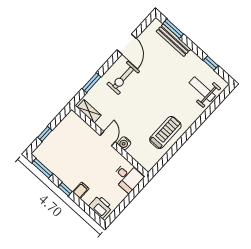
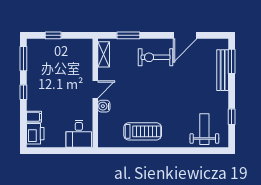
filing cabinet: (81, 190) -> (34, 117), moved

